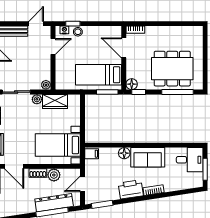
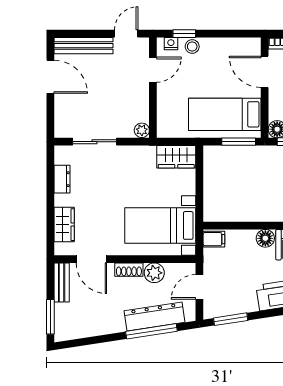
plant: (37, 99) -> (127, 153), removed
wardrobe: (55, 102) -> (176, 157), moved

